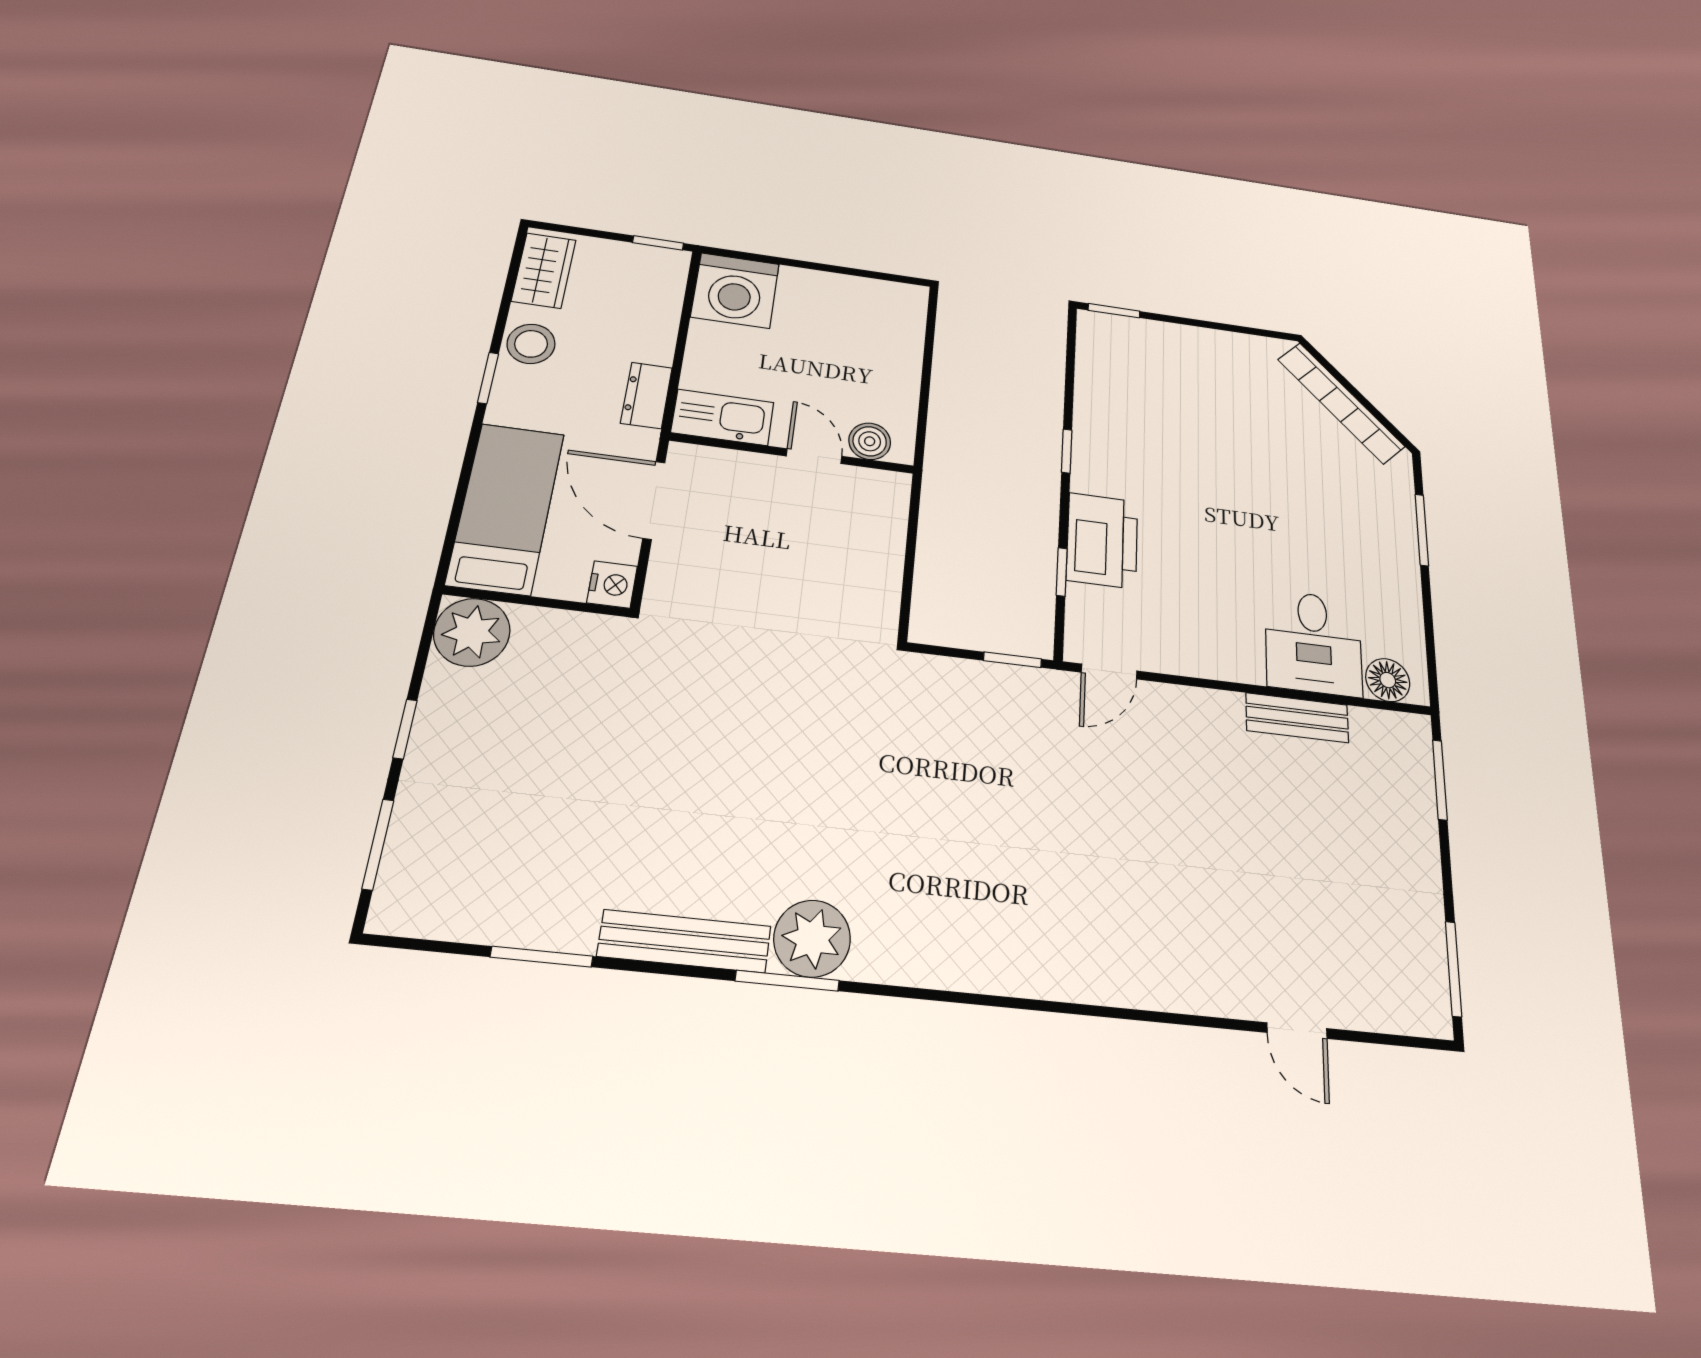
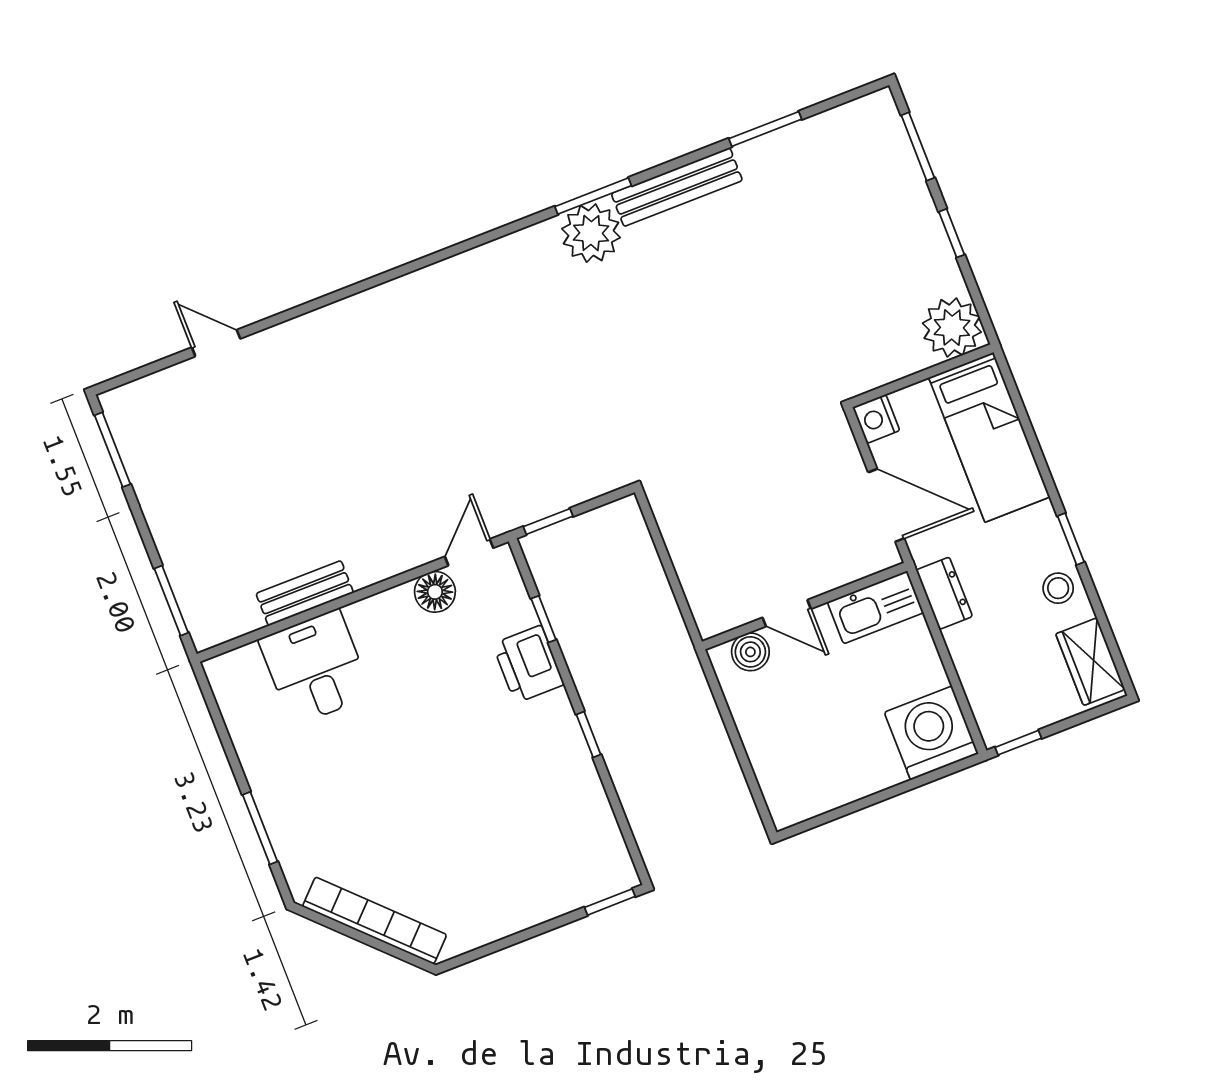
stool: (531, 344) -> (1058, 588), width x0.73, depth x0.73
printer: (1102, 540) -> (528, 664), width x0.73, depth x0.84
floor lamp: (1388, 680) -> (435, 592), moved

